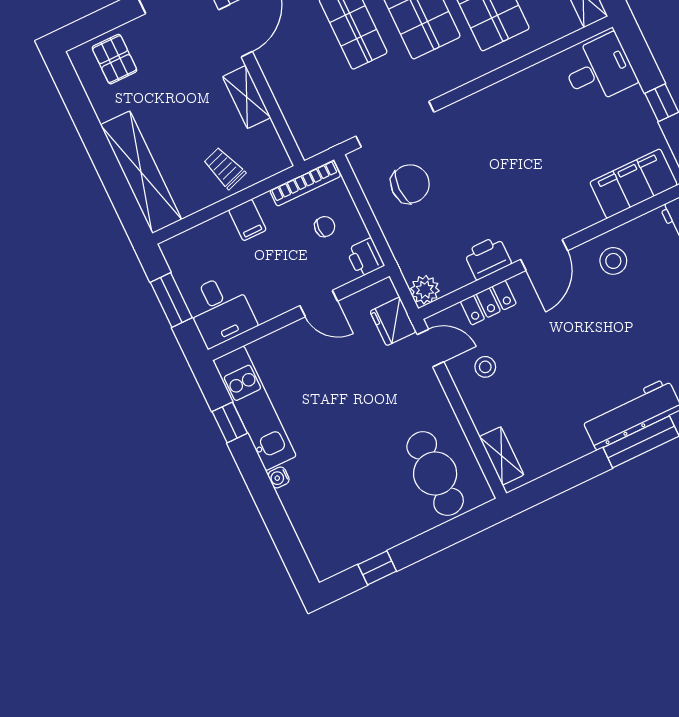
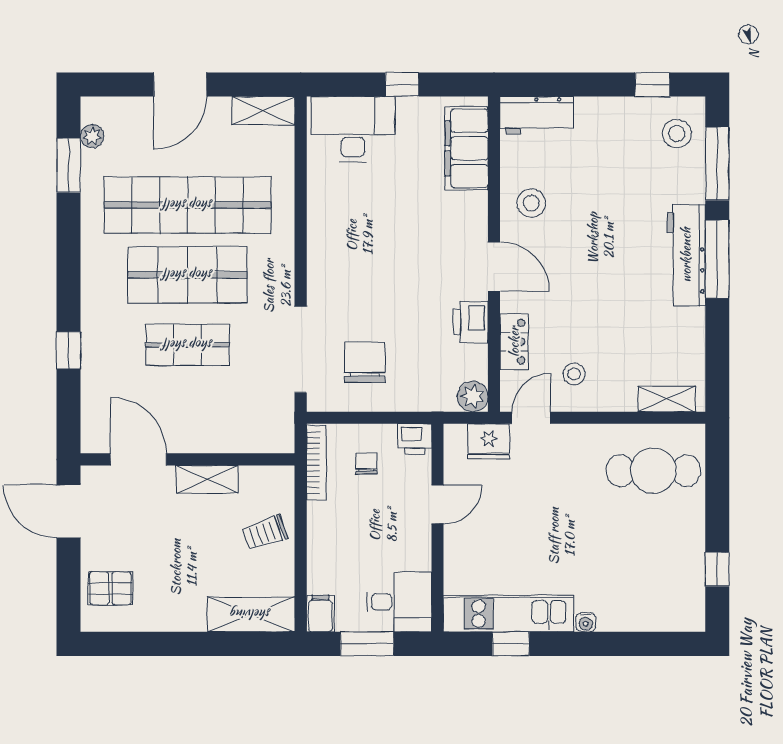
desk: (599, 70) -> (353, 129), width x1.37
shelving: (141, 172) -> (251, 614), width x0.68
filing cabinet: (247, 220) -> (320, 614), moved, turned -90

